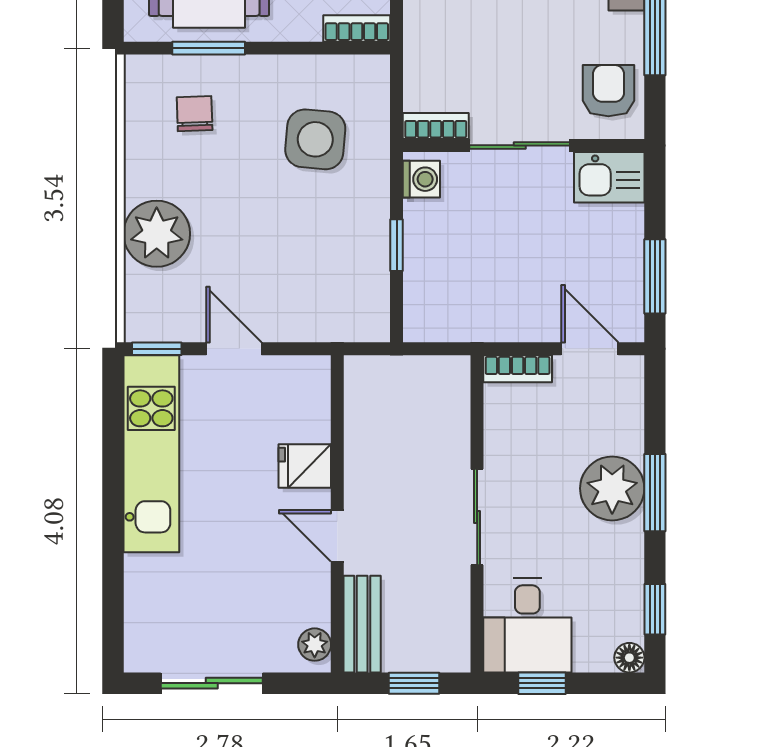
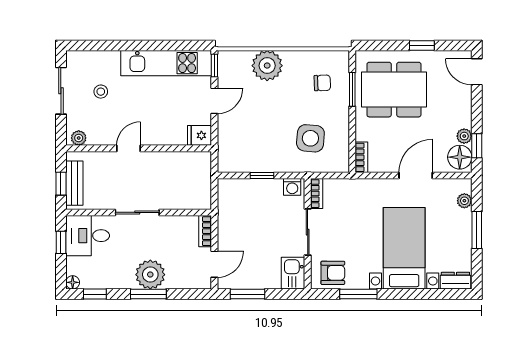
fridge: (305, 466) -> (199, 135), moved, turned -90
stool: (214, 596) -> (101, 92), added
bench: (362, 624) -> (74, 183), moved, turned 90

